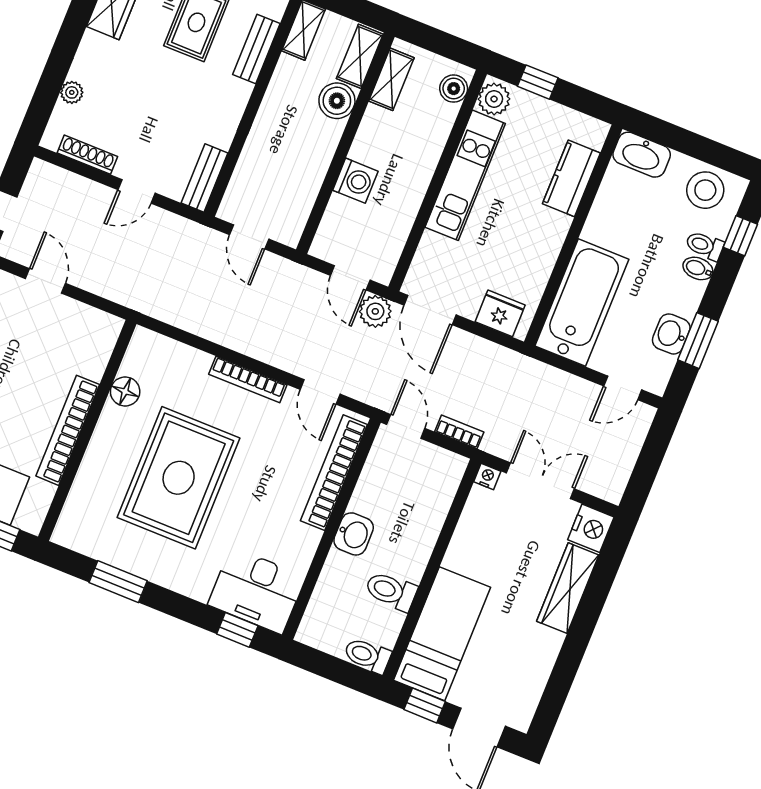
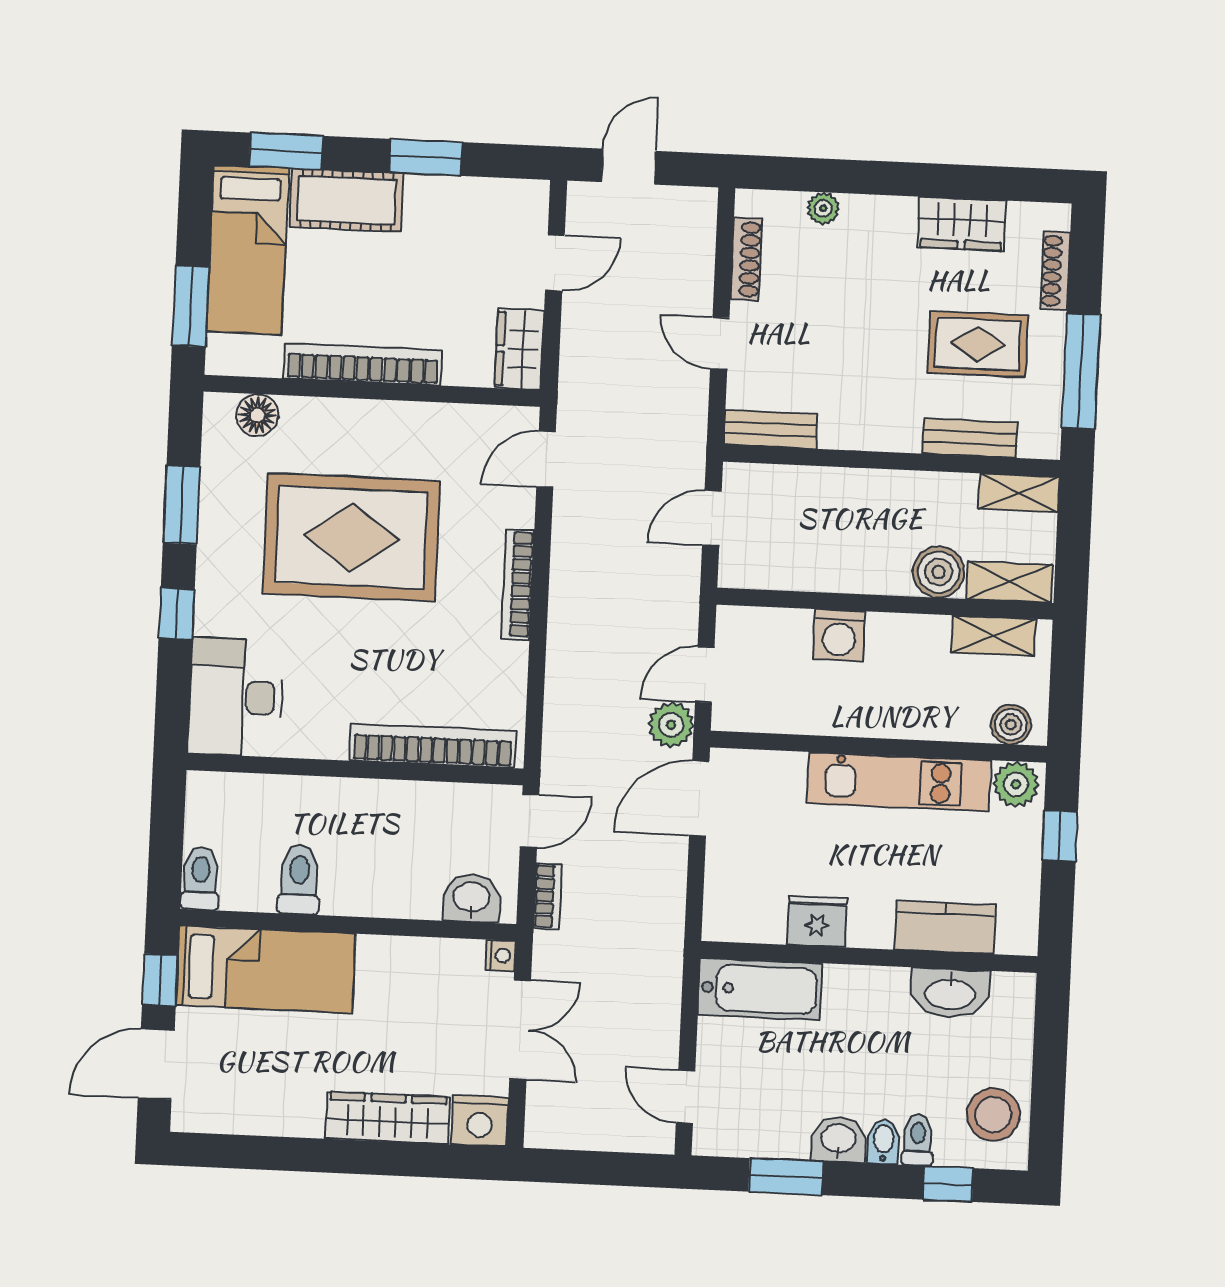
washbasin: (642, 155) -> (950, 993), moved, turned -90
bathtub: (582, 303) -> (760, 989), width x0.73, depth x0.73
fridge: (500, 313) -> (817, 921), moved, turned -90
wardrobe: (94, 324) -> (519, 349), added
washbasin: (671, 334) -> (838, 1140), moved
floor lamp: (125, 391) -> (257, 415), moved
door: (320, 392) -> (546, 459), moved
washbasin: (354, 534) -> (472, 898), moved, turned 180
window: (237, 630) -> (177, 614), moved

